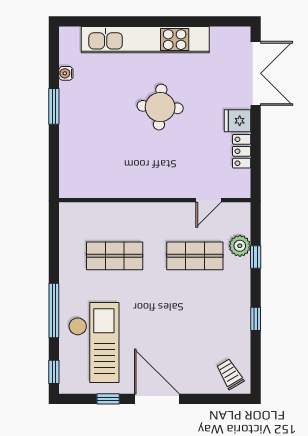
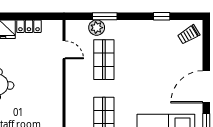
window: (256, 257) -> (105, 16), width x1.50
window: (256, 319) -> (162, 16), moved

